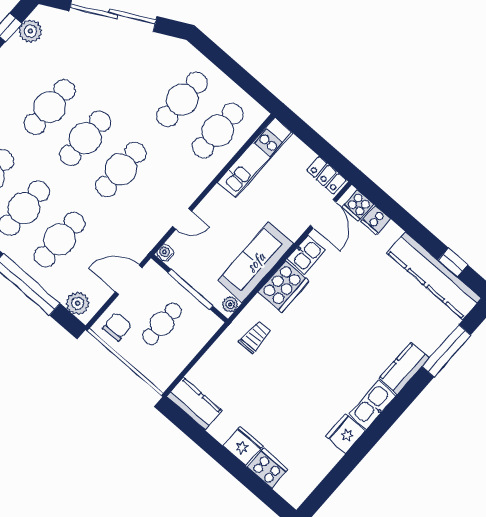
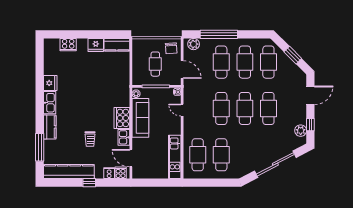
locker: (326, 175) -> (142, 174), removed
door: (182, 219) -> (182, 110), hinge flipped
window: (453, 262) -> (89, 183), moved
door: (129, 280) -> (182, 70), hinge flipped
trolley: (255, 337) -> (90, 139), moved
fridge: (243, 446) -> (96, 45), moved

